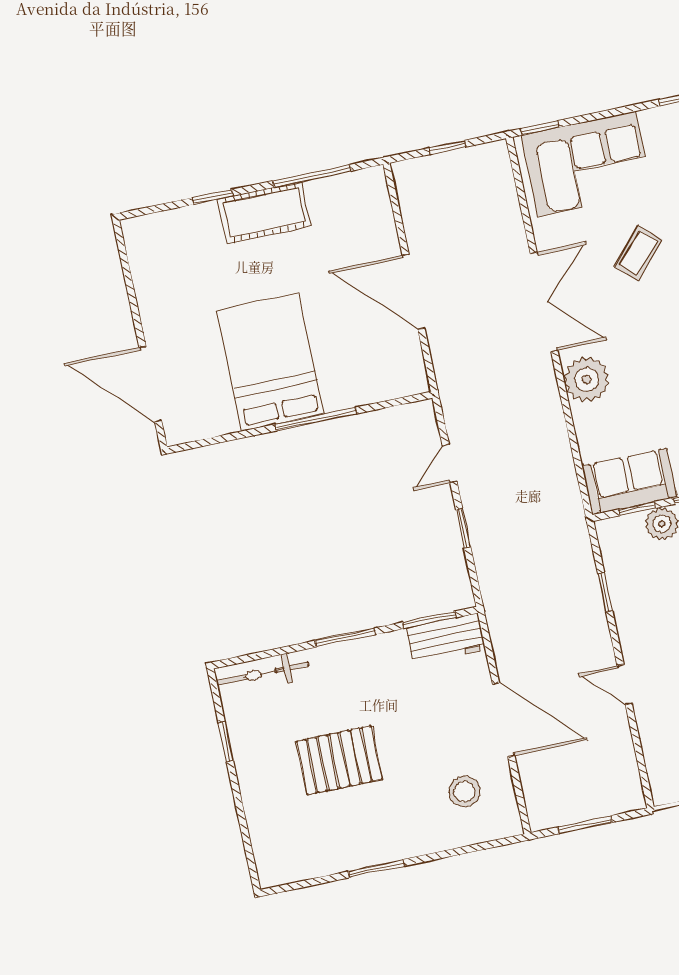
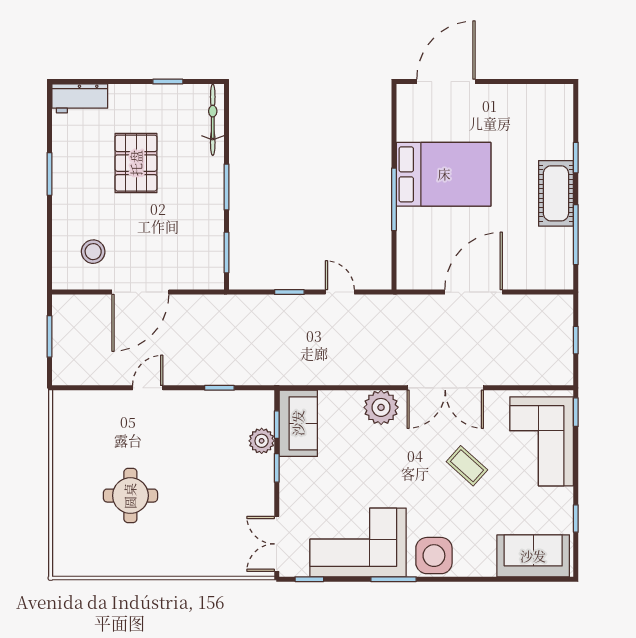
workbench: (446, 639) -> (80, 98), moved, turned -90

